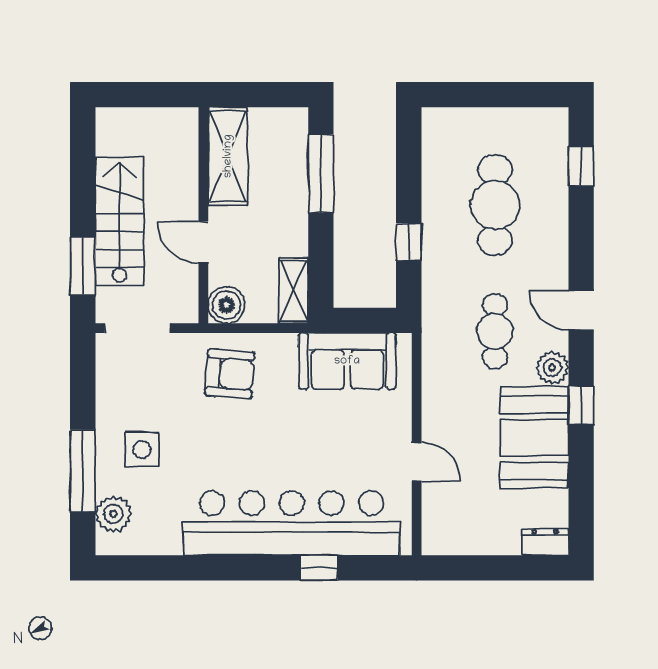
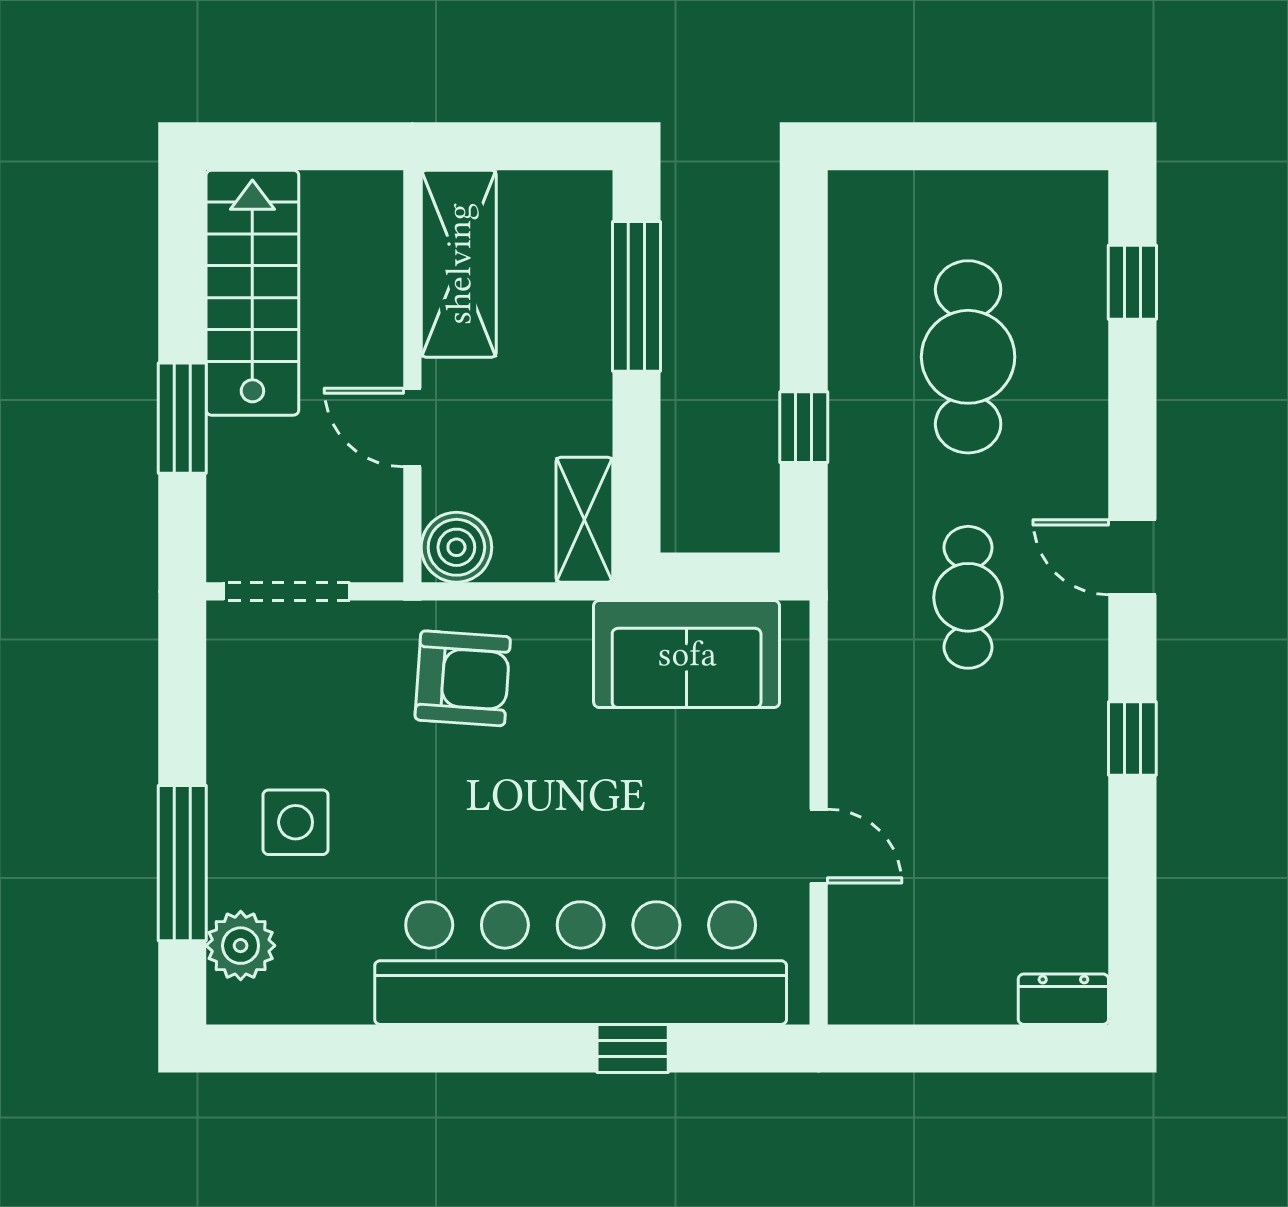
stairs: (120, 221) -> (252, 293), moved
window: (83, 266) -> (182, 418), moved
plant: (552, 368) -> (1077, 667), removed
booth: (535, 438) -> (1043, 800), removed

